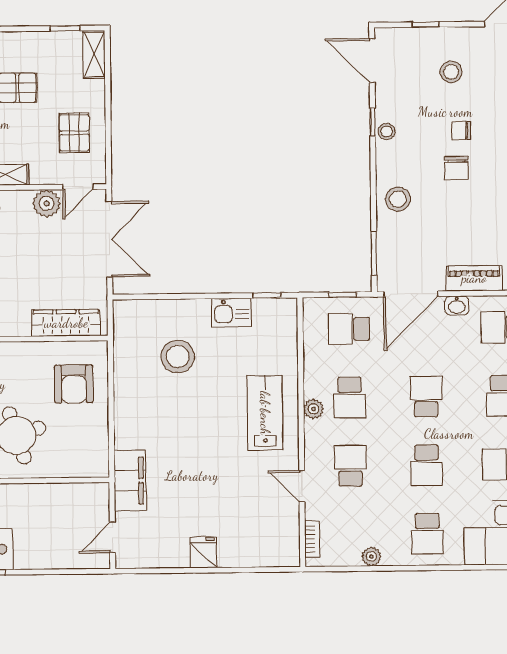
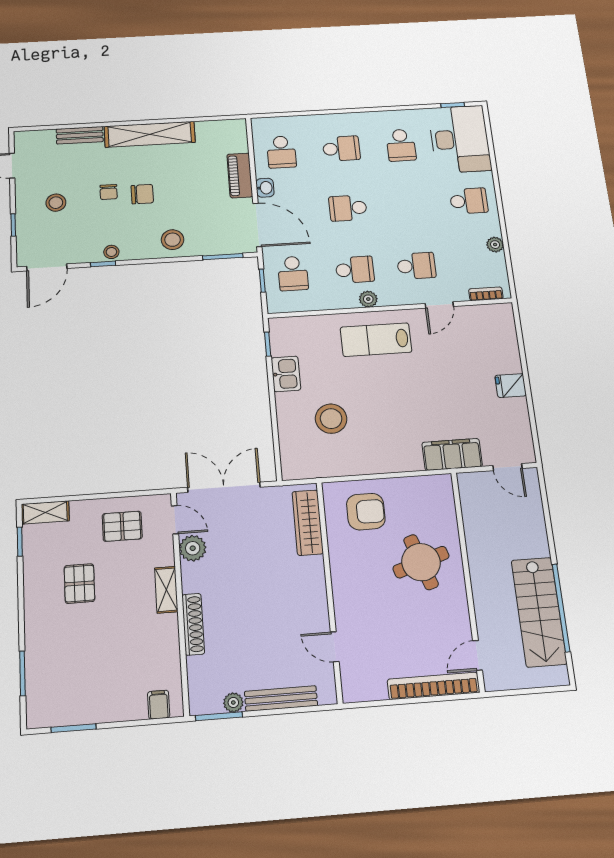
school desk: (427, 465) -> (409, 204), removed
school desk: (350, 466) -> (416, 266), turned 180

